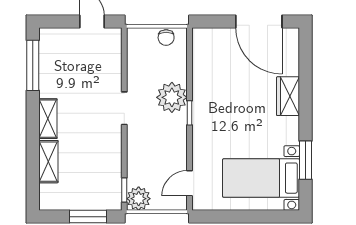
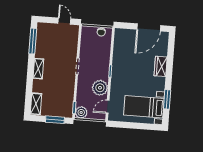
door: (259, 21) -> (149, 27), hinge flipped
plant: (172, 97) -> (100, 88), moved
shelving: (48, 162) -> (36, 104), moved

